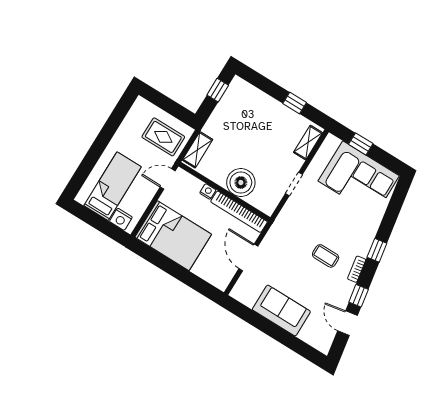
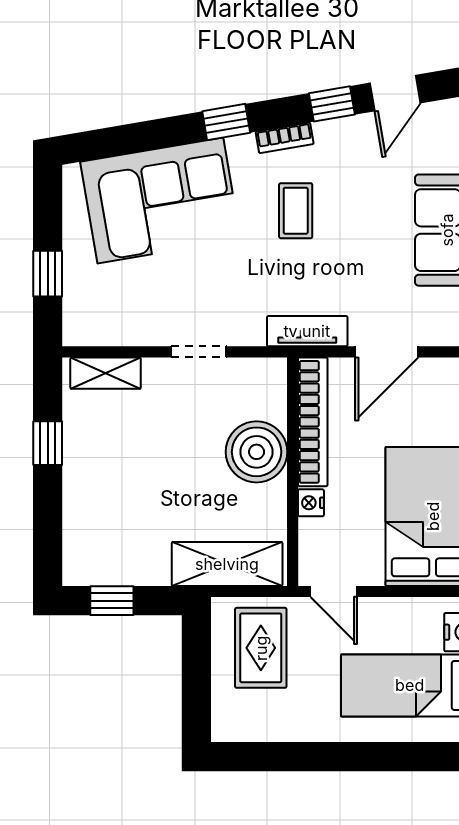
shelving: (198, 150) -> (227, 564), width x1.50, depth x1.33
corner sofa: (359, 178) -> (160, 200), moved, turned 80
tv unit: (276, 231) -> (307, 331), added

